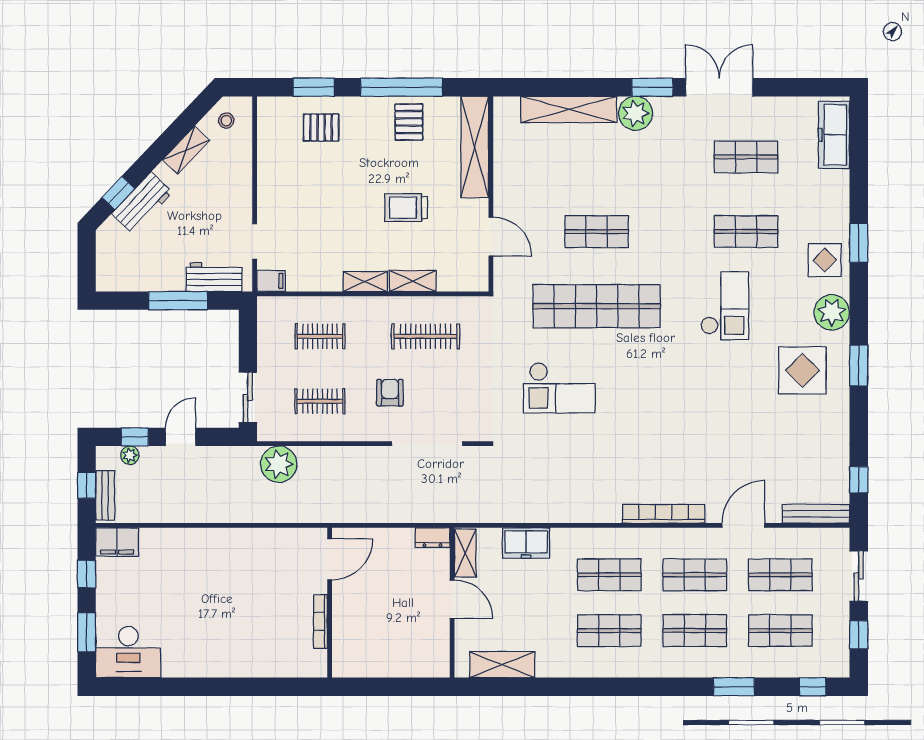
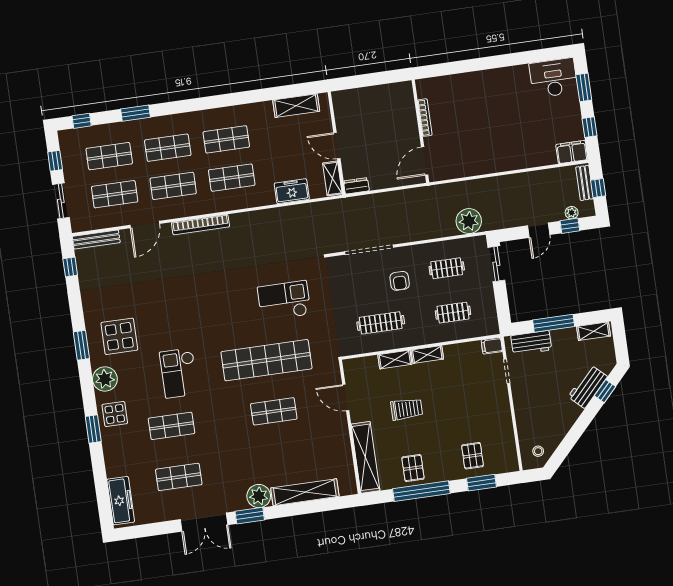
pallet: (321, 127) -> (473, 456), turned 90
shelving: (186, 150) -> (593, 331), moved, turned 46

